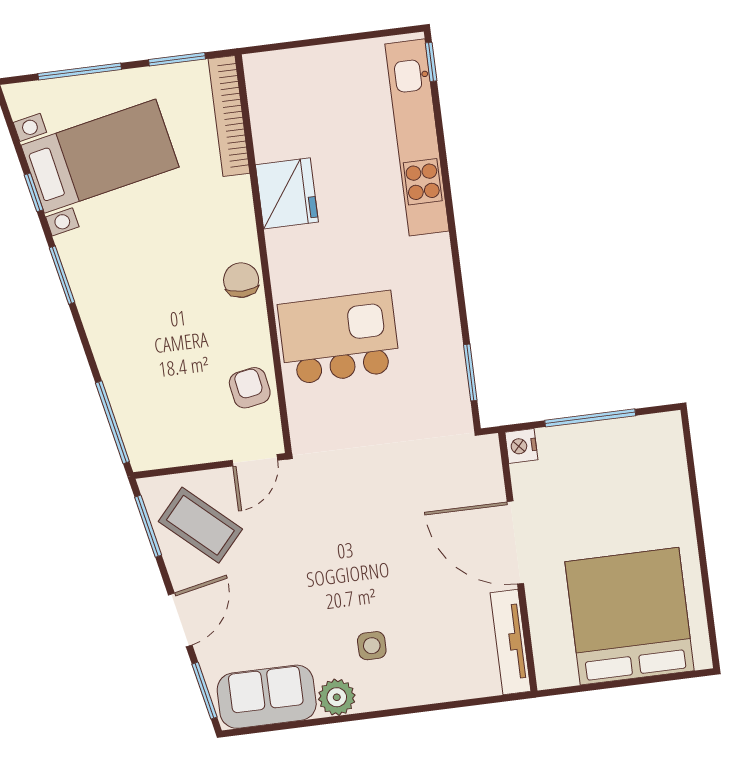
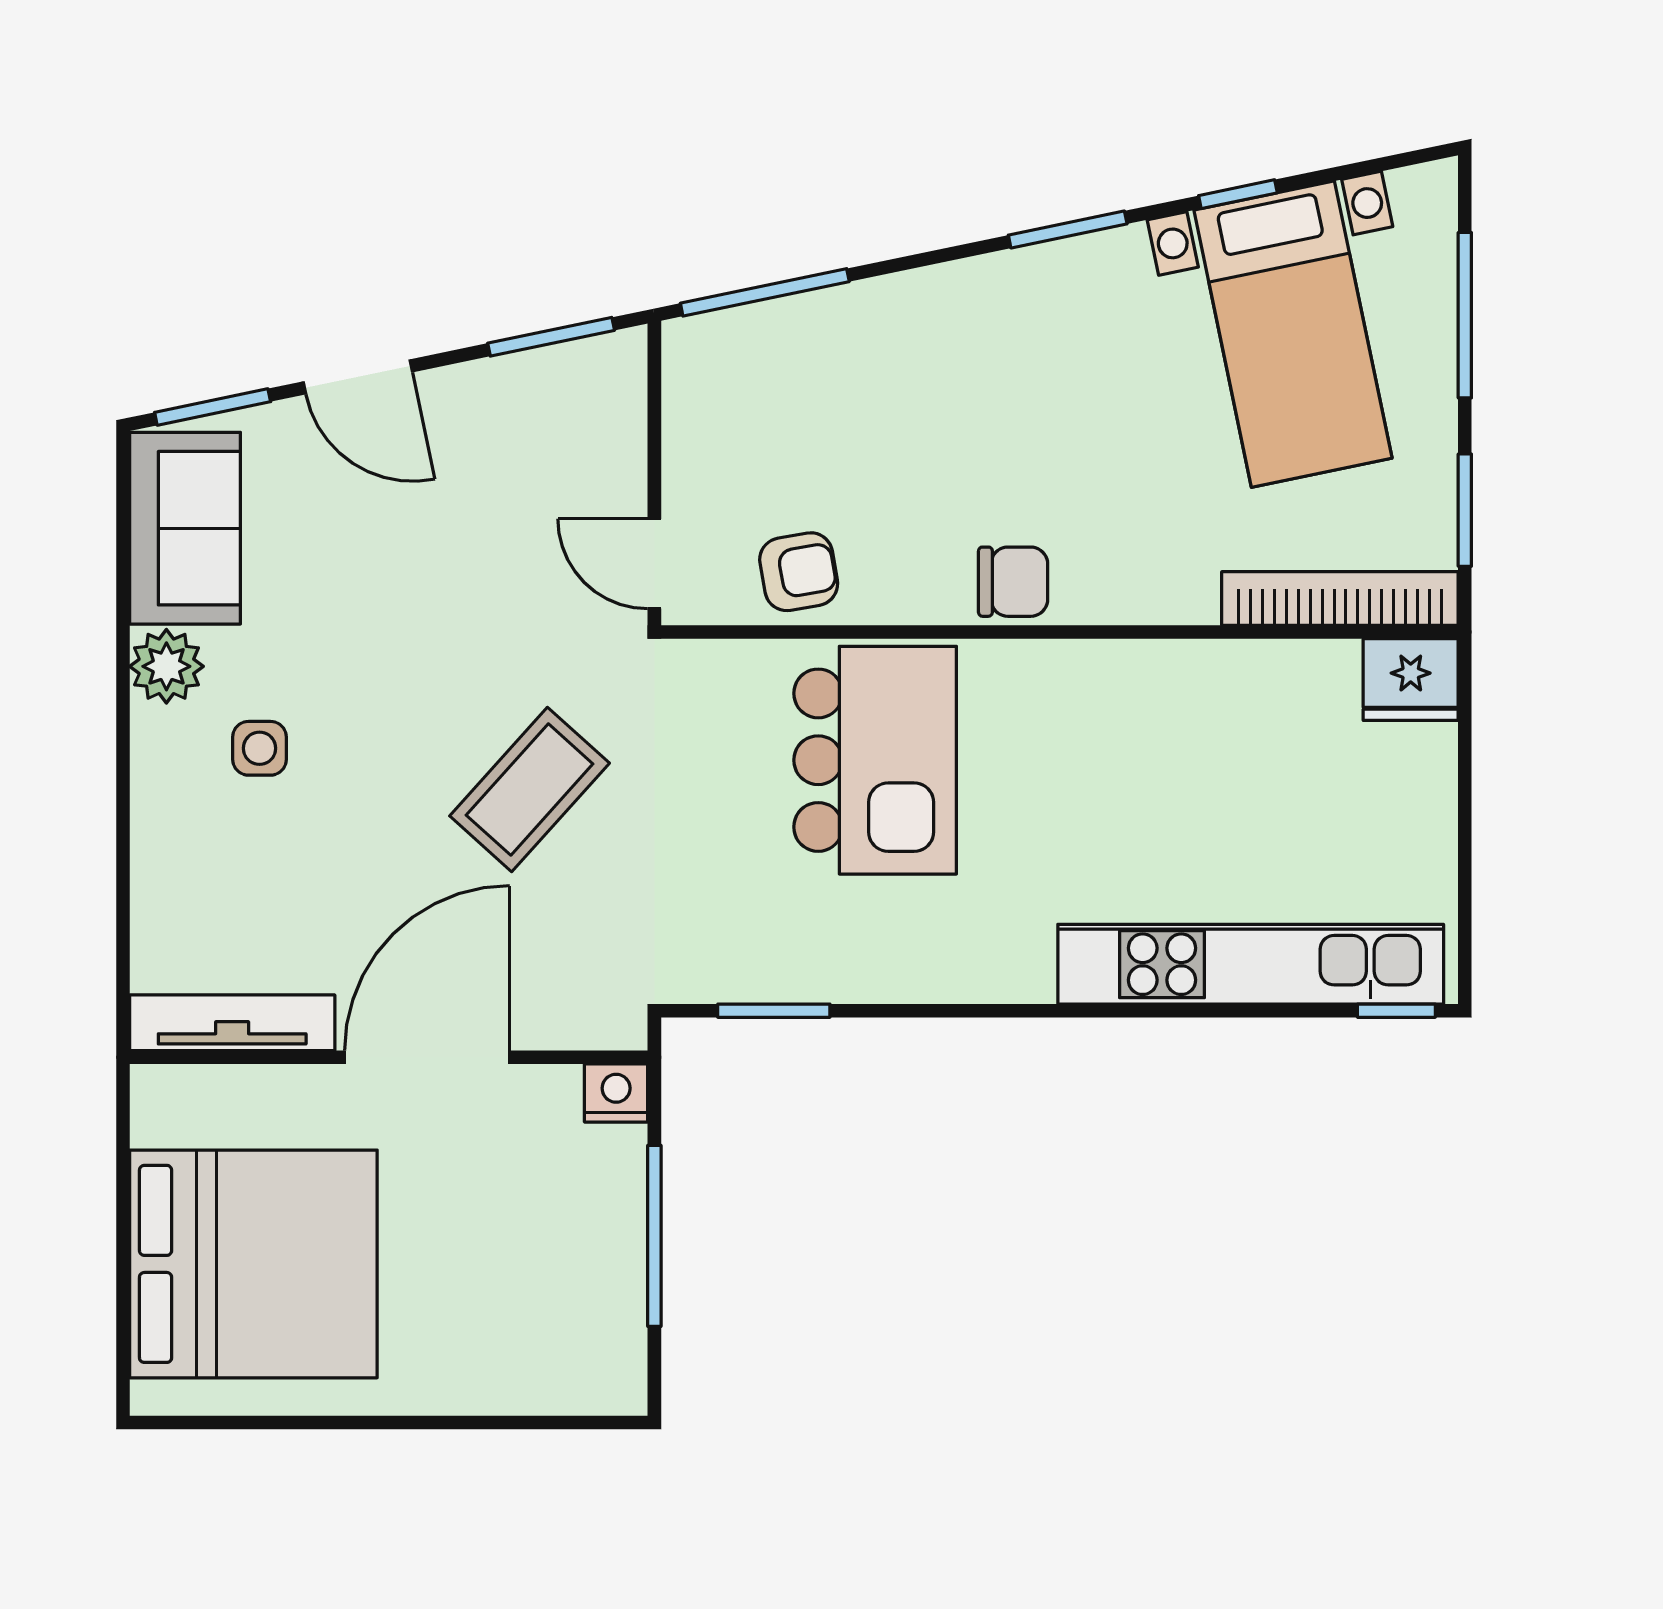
fridge: (287, 193) -> (1411, 680), moved, width x0.73, depth x0.75
coffee table: (200, 525) -> (530, 789), moved

